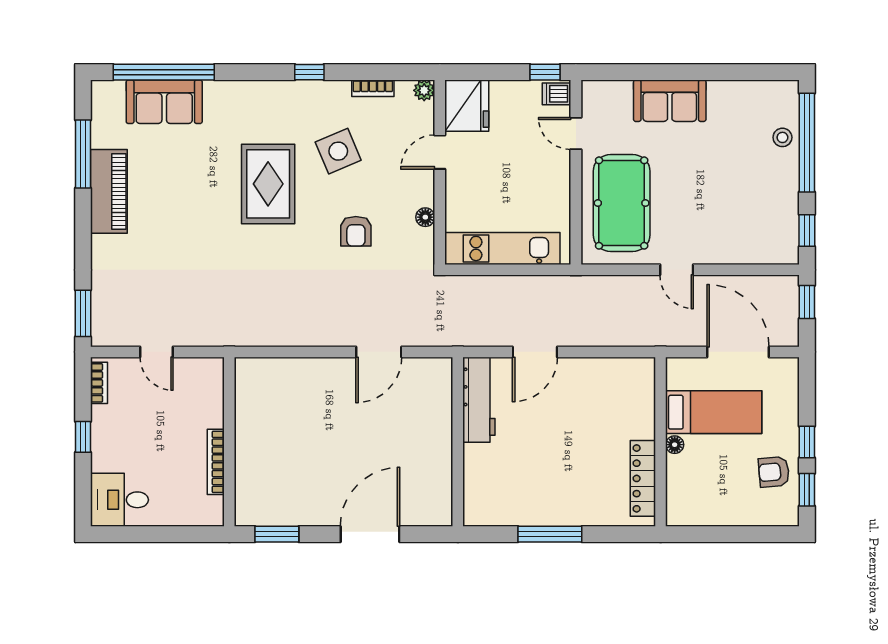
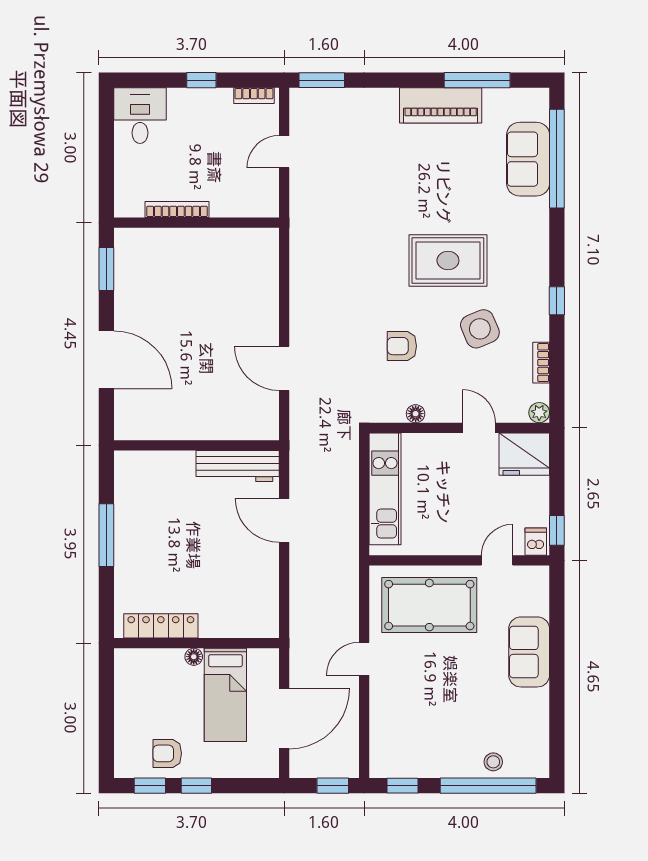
armchair: (774, 472) -> (167, 753), turned -85

